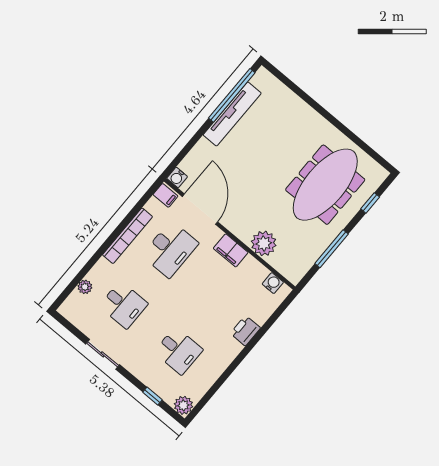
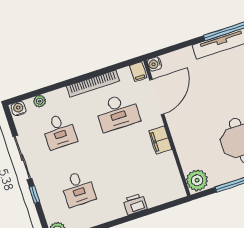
plant: (264, 243) -> (197, 180), moved
water cooler: (273, 283) -> (19, 109), moved, turned -90
sliding door: (103, 354) -> (22, 157), width x1.37
window: (152, 396) -> (34, 195), moved

